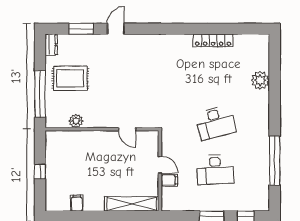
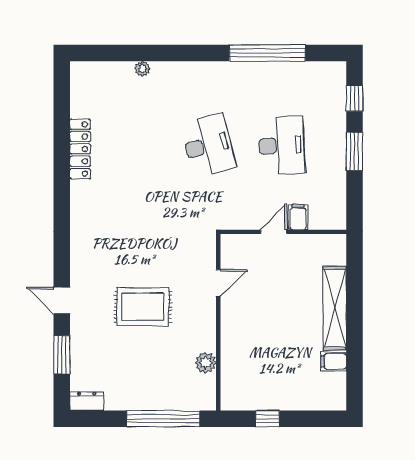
rug: (70, 78) -> (143, 307), moved, turned 90
plant: (260, 80) -> (142, 69), width x0.53, depth x0.53
window: (40, 172) -> (268, 419), moved
shelving: (132, 204) -> (335, 308), moved

